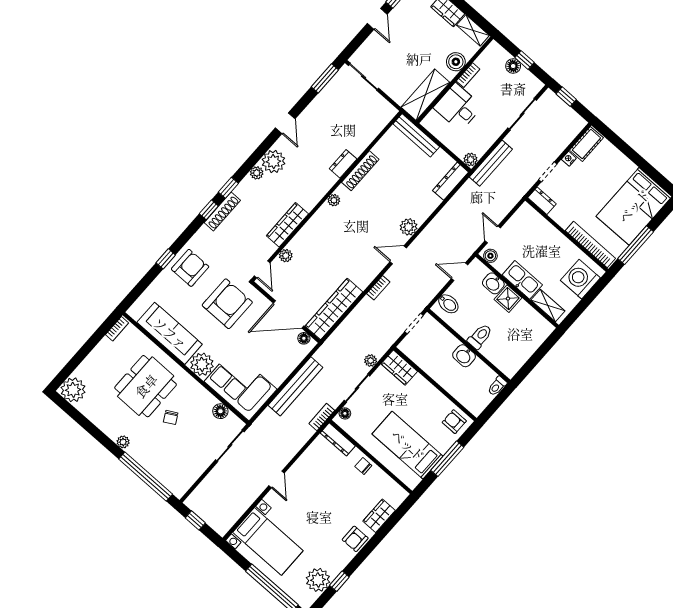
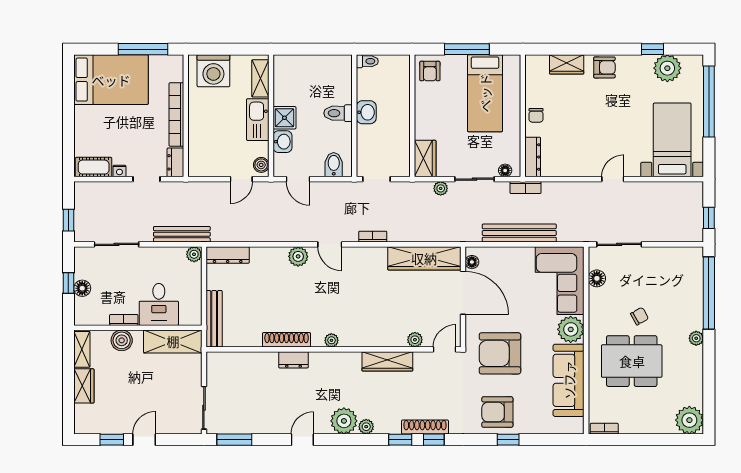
bookcase: (590, 245) -> (176, 114), moved

